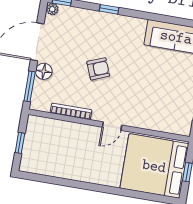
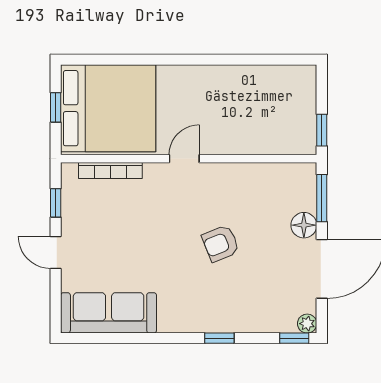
bookcase: (71, 111) -> (110, 171), moved
window: (20, 143) -> (322, 130), moved

